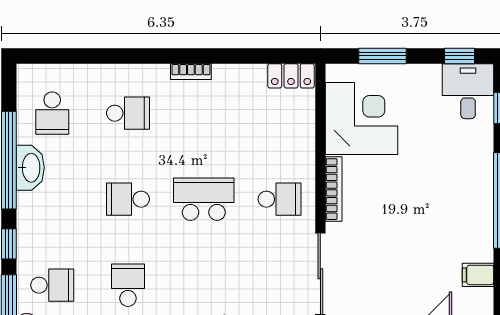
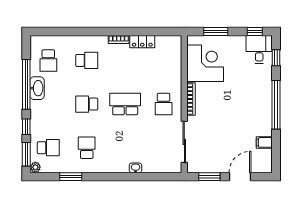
locker: (291, 76) -> (142, 42), moved
school desk: (280, 199) -> (164, 104), turned 90

